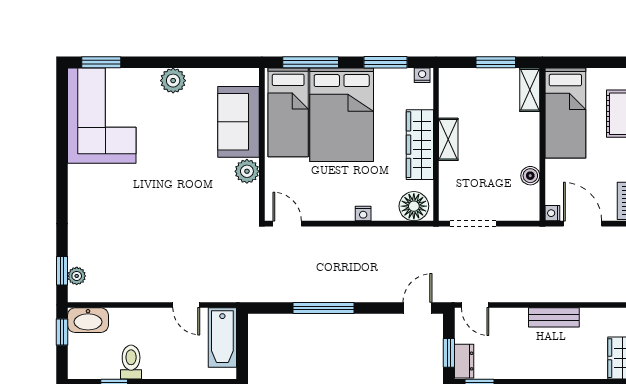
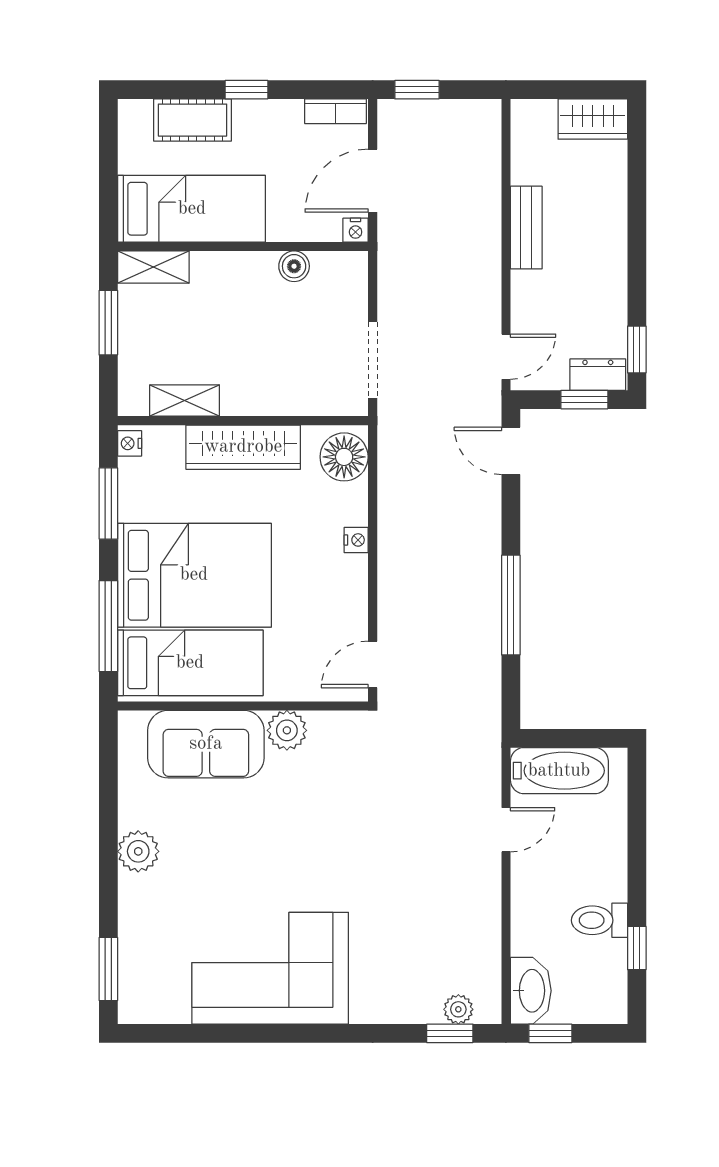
corner sofa: (102, 116) -> (270, 968), moved
shelving: (448, 139) -> (185, 401), moved

